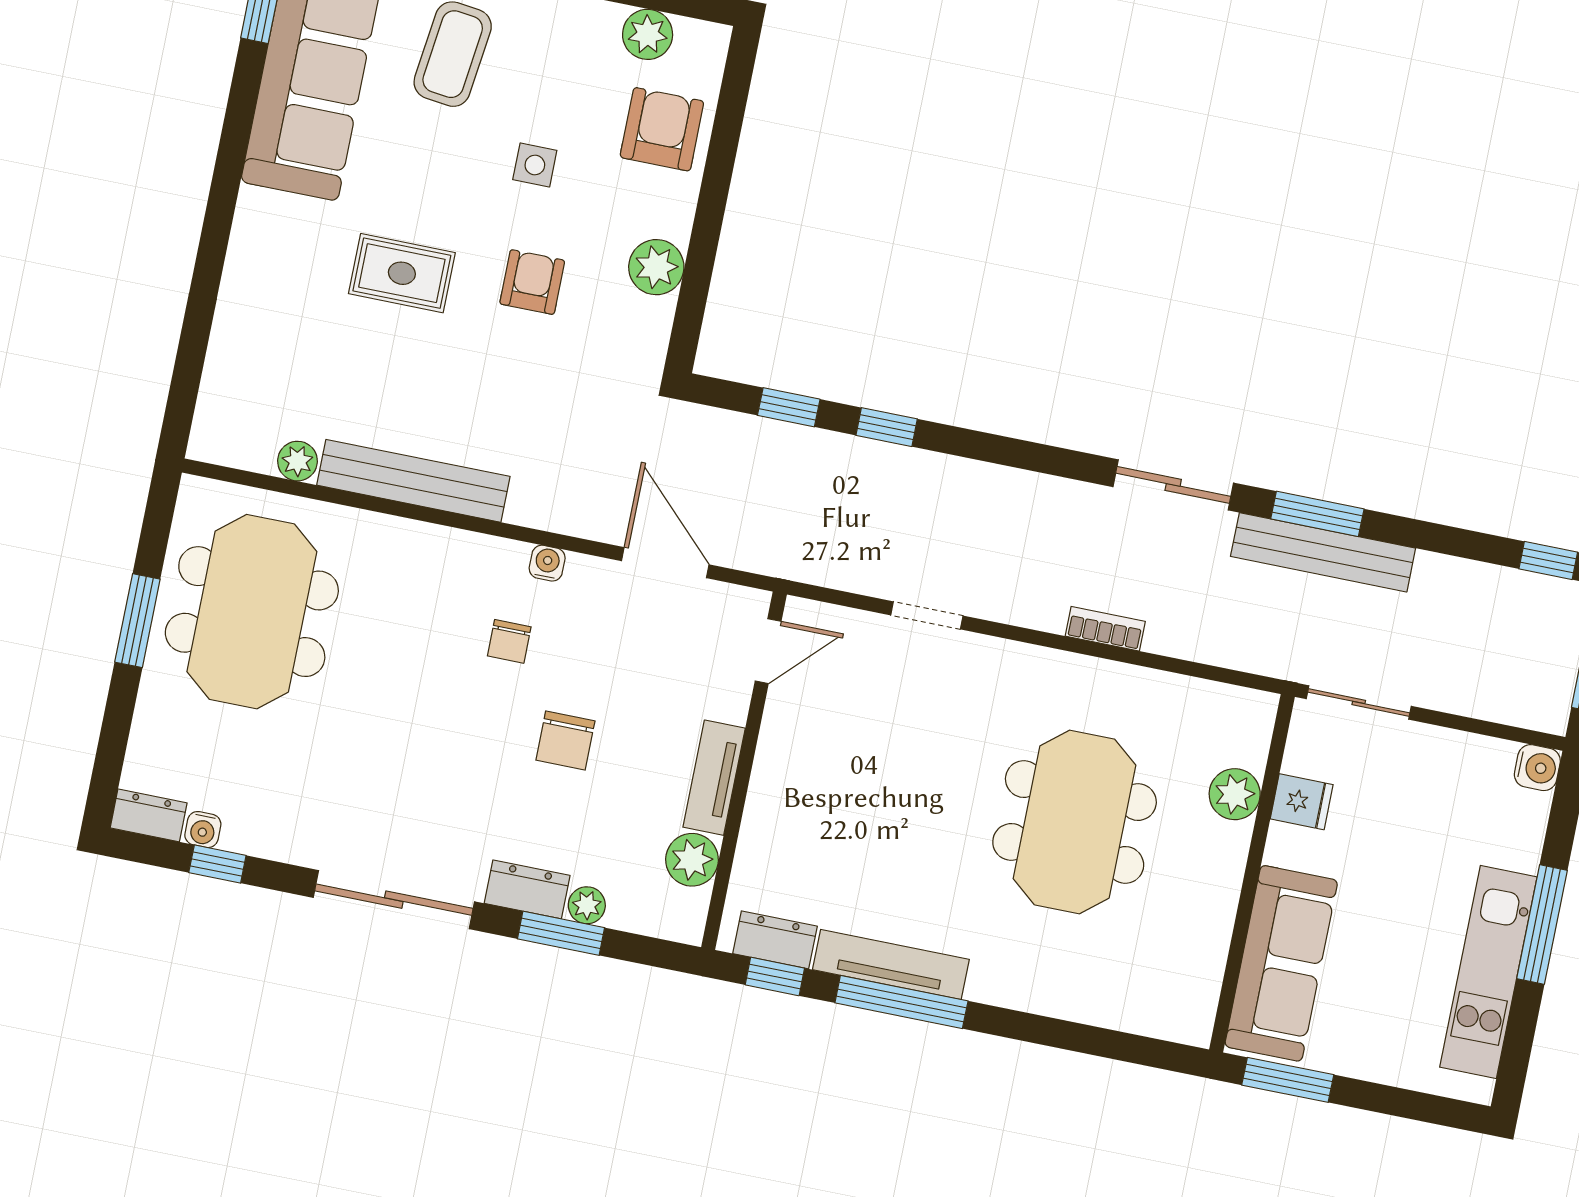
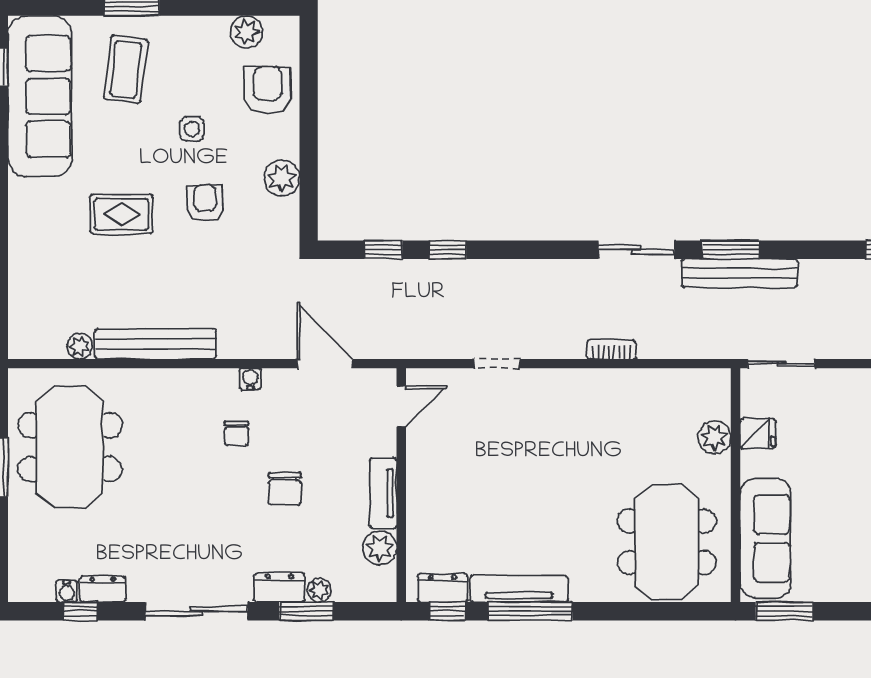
dresser: (149, 815) -> (103, 589), moved
meeting table: (1075, 822) -> (667, 542), moved

